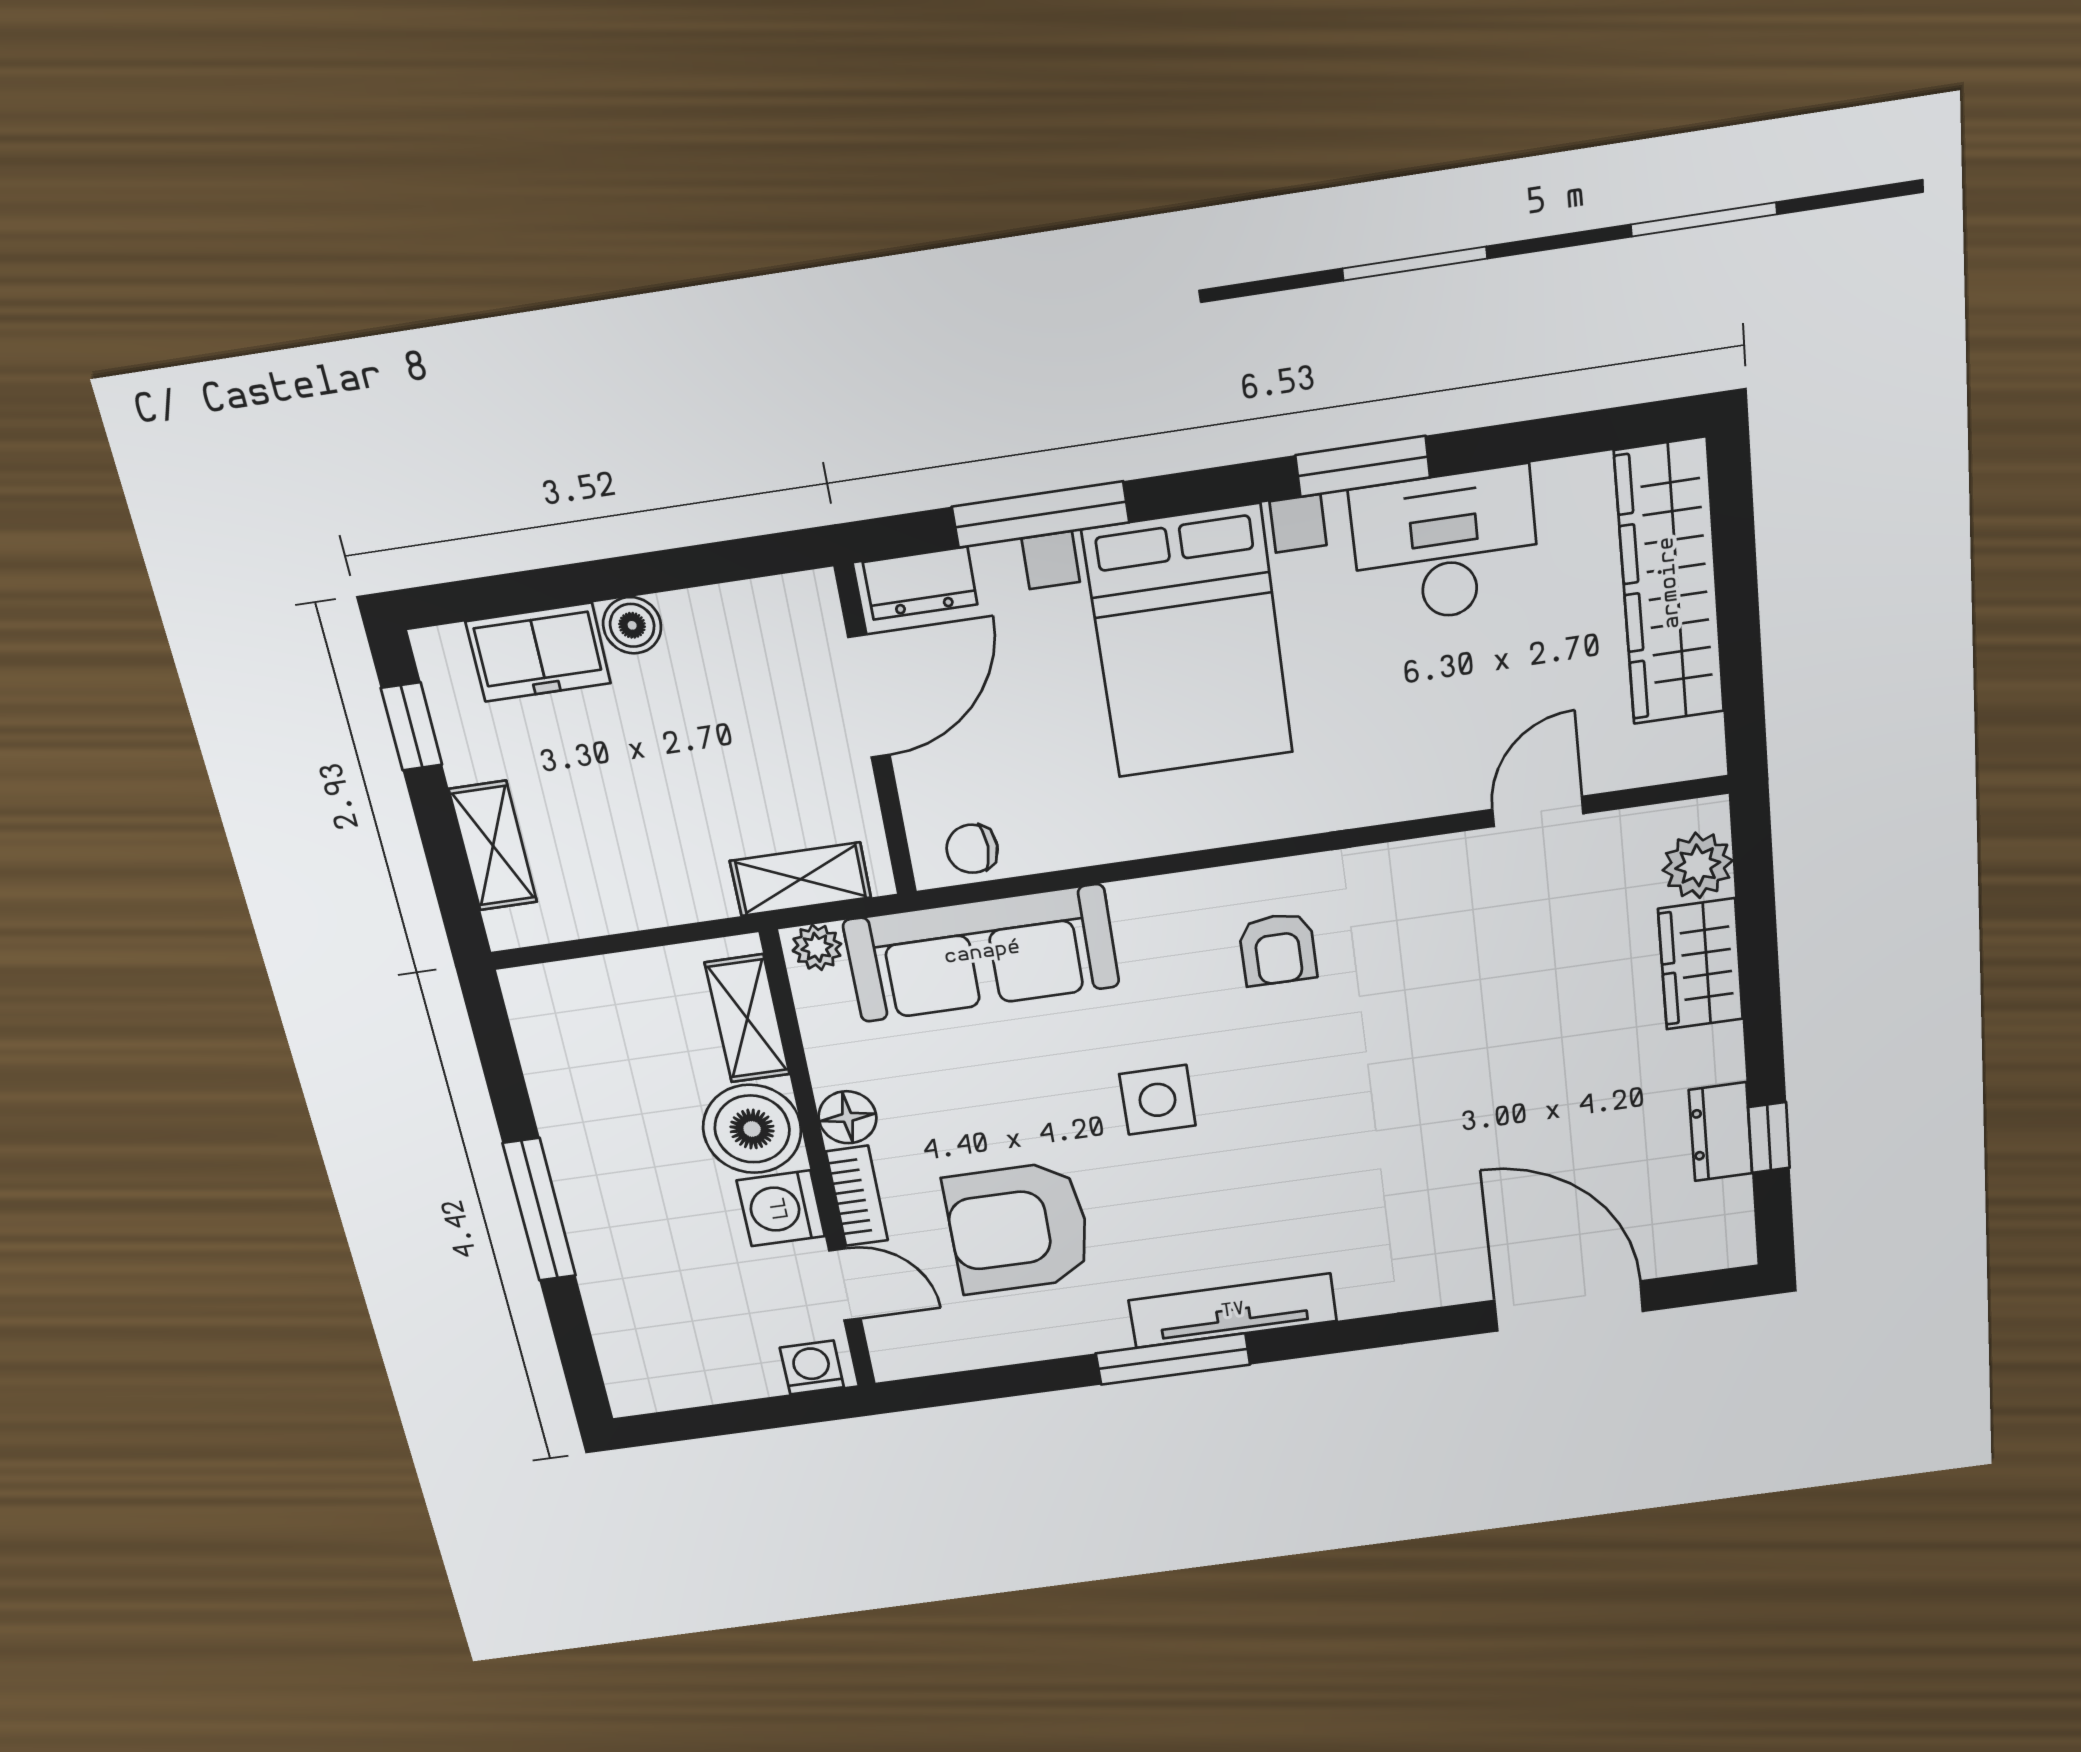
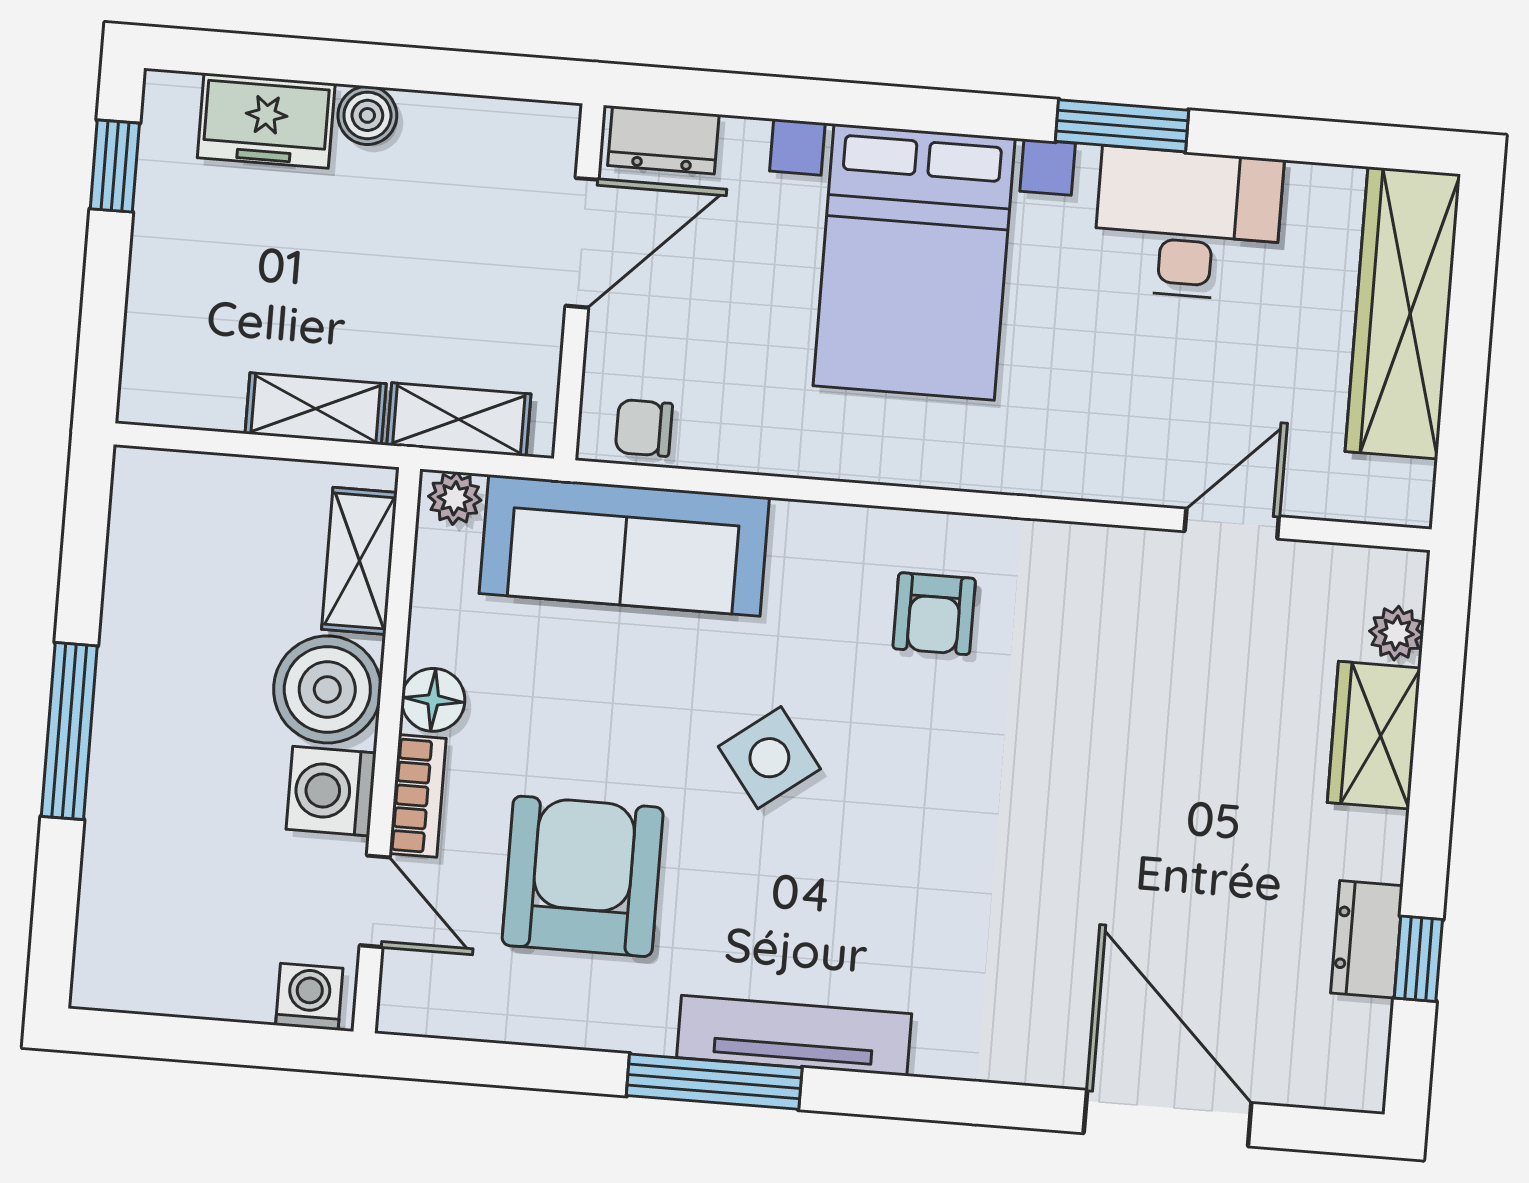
window: (1041, 515) -> (798, 100), removed
shelving: (493, 846) -> (316, 409), moved, turned 90
plant: (1698, 865) -> (1396, 633), width x0.73, depth x0.73
side table: (1157, 1100) -> (769, 758), turned -37
armchair: (1018, 1228) -> (583, 876), turned 90

